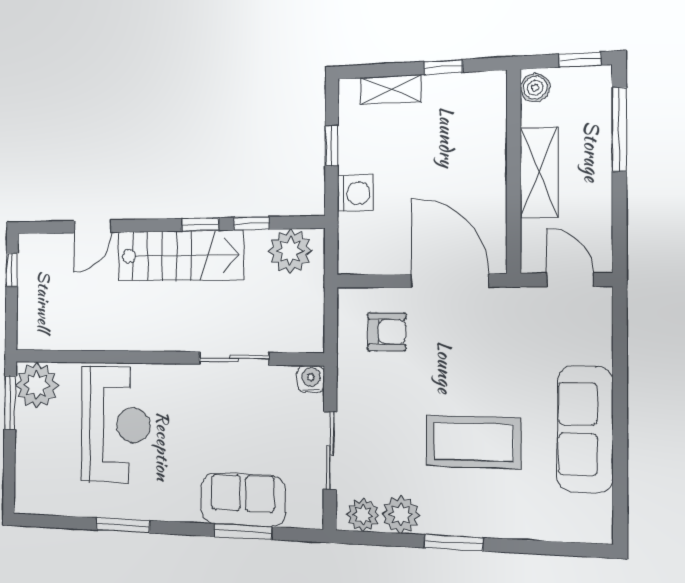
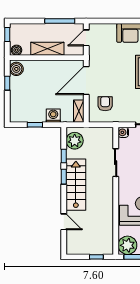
shelving: (391, 89) -> (79, 111), moved
boiler: (482, 90) -> (16, 69), added
window: (619, 129) -> (60, 21), moved
window: (12, 270) -> (96, 257), moved

